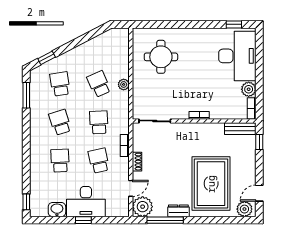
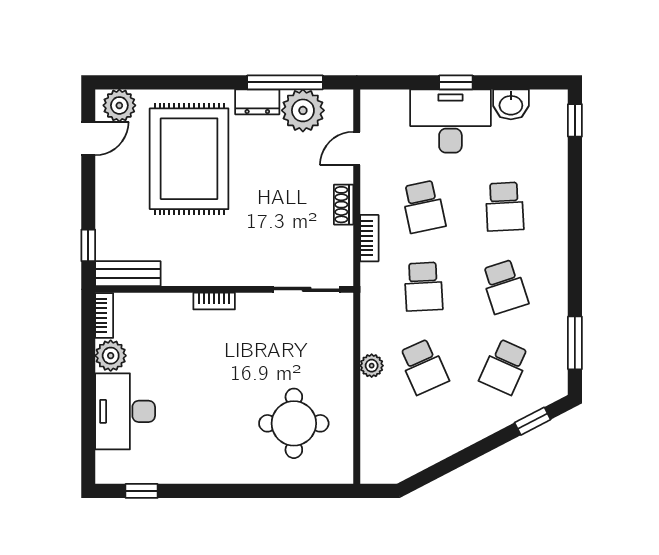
desk: (237, 56) -> (125, 411), width x0.73, depth x0.77
school desk: (60, 84) -> (505, 367), turned 33
plant: (143, 207) -> (303, 110), moved

